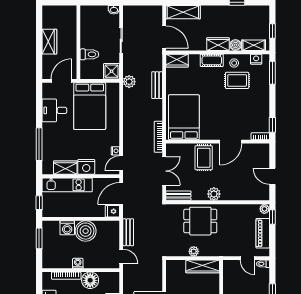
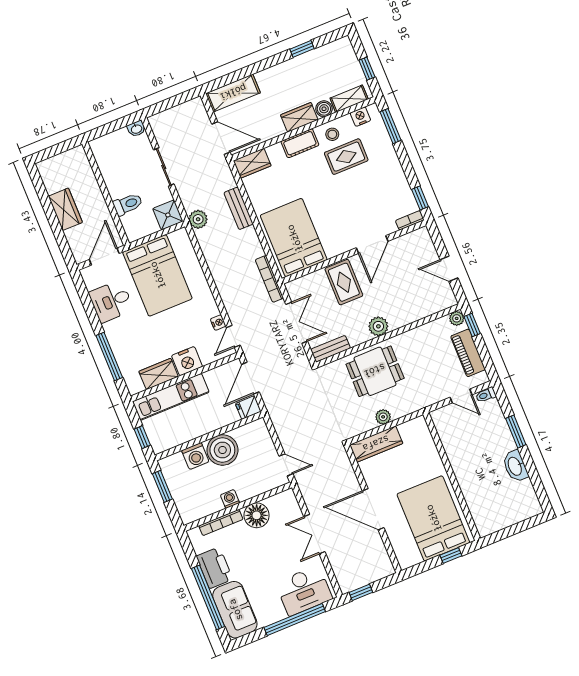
bench: (128, 232) -> (282, 428), removed
wardrobe: (203, 266) -> (376, 444), moved

